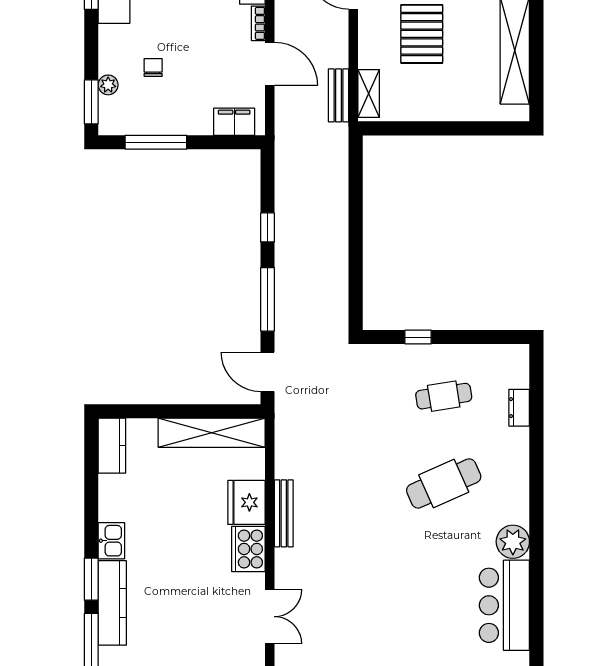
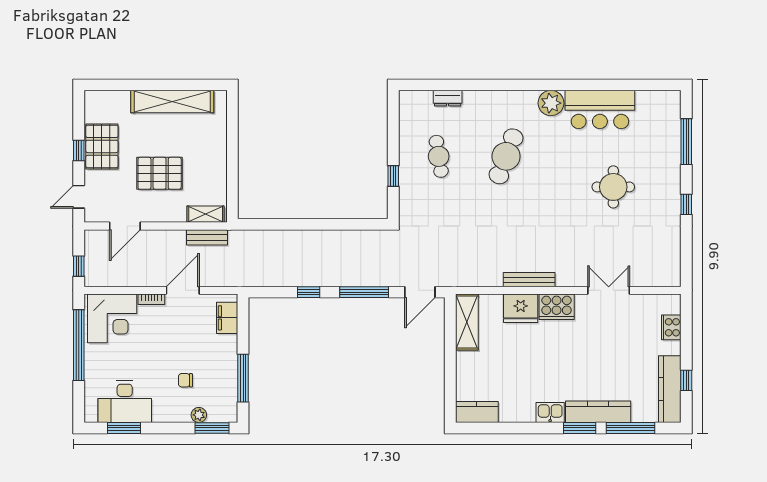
shelving: (212, 433) -> (467, 322), width x0.68
cafe table: (444, 483) -> (506, 156), turned 45
round table: (404, 623) -> (613, 187), added

